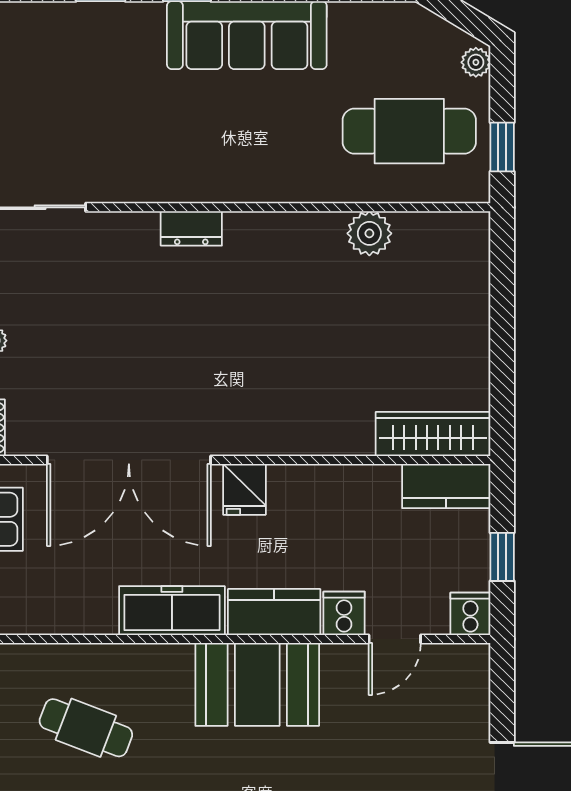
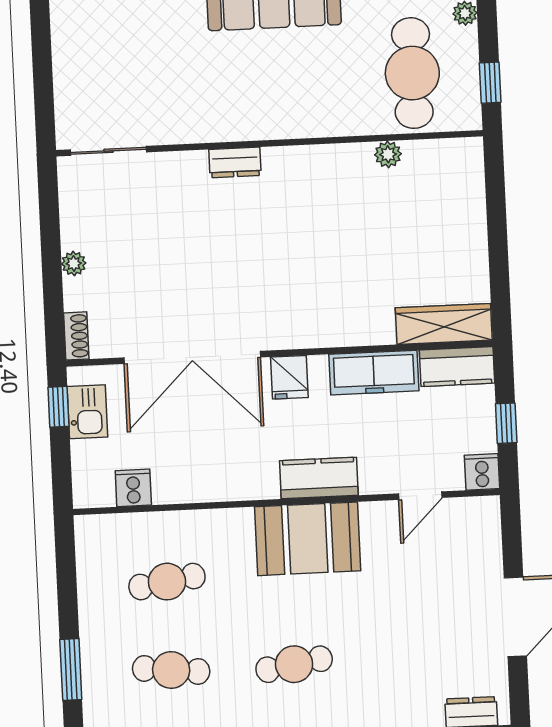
cafe table: (409, 131) -> (412, 73), turned 90
plant: (369, 233) -> (388, 154), width x0.73, depth x0.73
freezer: (172, 611) -> (374, 373), moved, turned 180
cooker: (344, 613) -> (133, 488), moved
cafe table: (86, 728) -> (167, 582), turned -30

